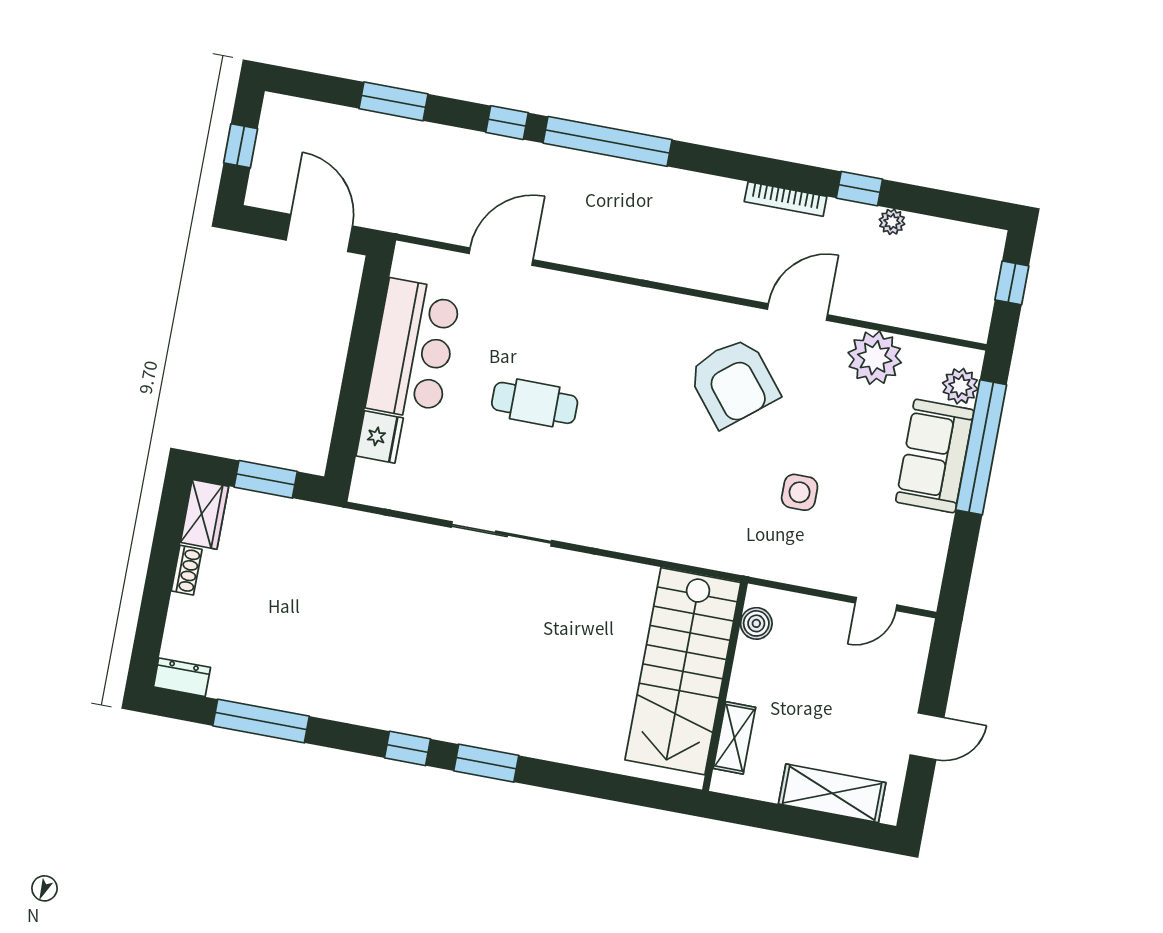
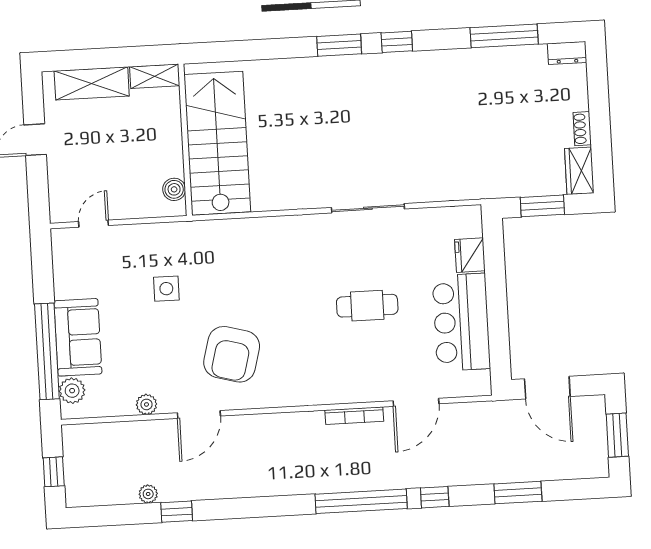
window: (241, 146) -> (617, 435), width x1.50
bookcase: (786, 199) -> (354, 416), moved, turned 180
plant: (875, 358) -> (146, 404), width x0.53, depth x0.53
armchair: (733, 382) -> (232, 354), turned -126
shelving: (734, 738) -> (155, 76), moved, turned 90

